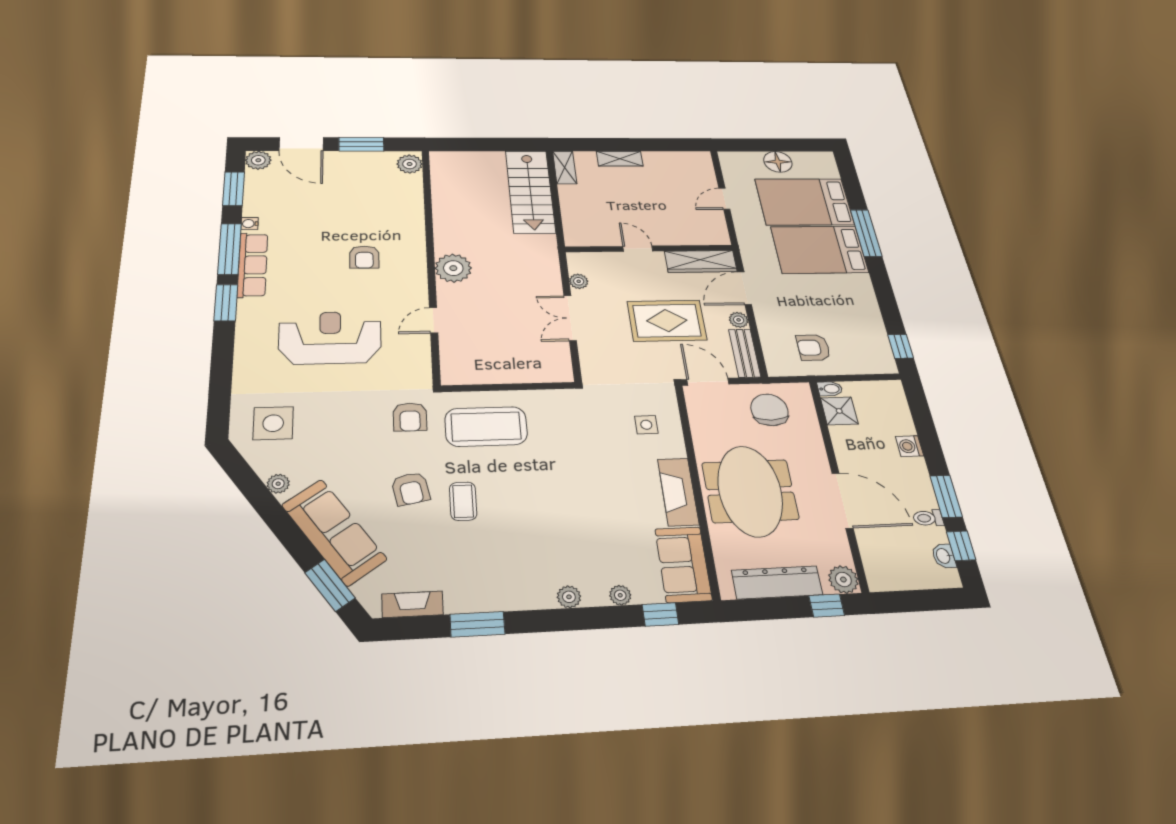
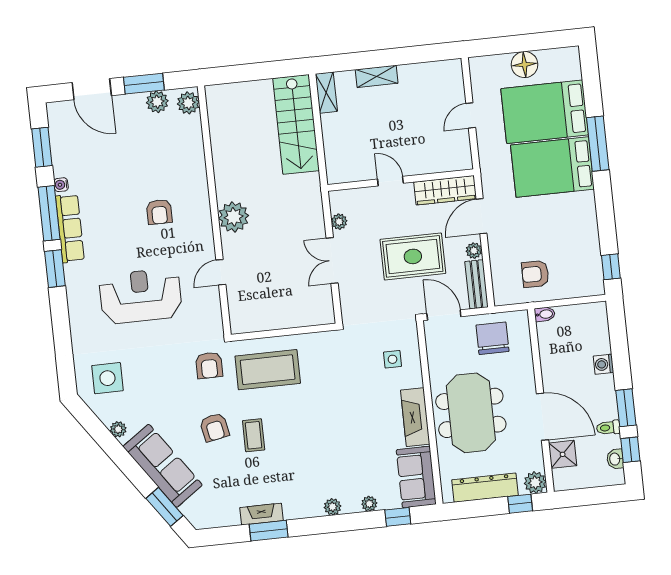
plant: (258, 160) -> (157, 102), moved
shower: (839, 411) -> (563, 454), moved
fireplace: (412, 604) -> (261, 514), moved

